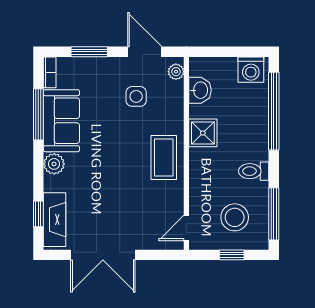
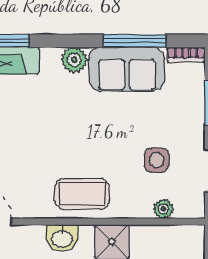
plant: (176, 72) -> (163, 209), moved
washbasin: (200, 90) -> (62, 238), moved

